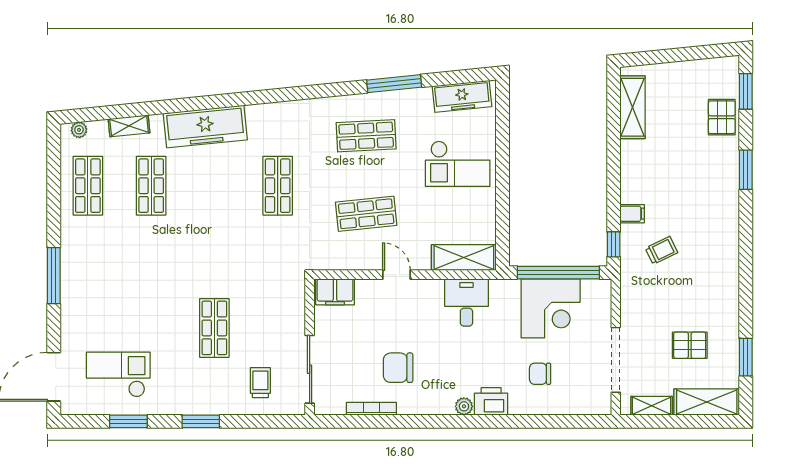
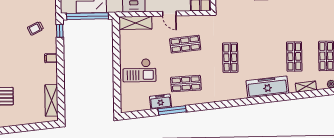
freezer: (462, 96) -> (161, 102), moved, width x0.71
checkout: (458, 164) -> (139, 70), turned 180
filing cabinet: (632, 214) -> (51, 58), moved

